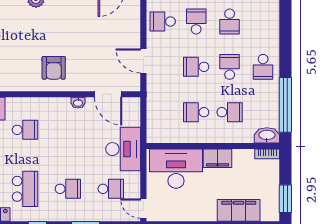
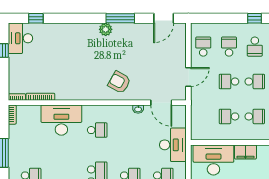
school desk: (163, 22) -> (203, 47), turned 90
door: (143, 61) -> (188, 77), swing flipped
school desk: (230, 67) -> (255, 82), turned 90
armchair: (54, 68) -> (119, 82), turned 119

